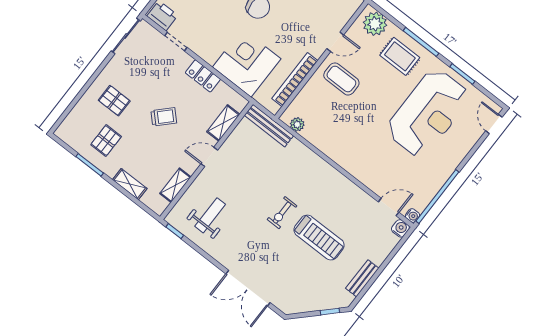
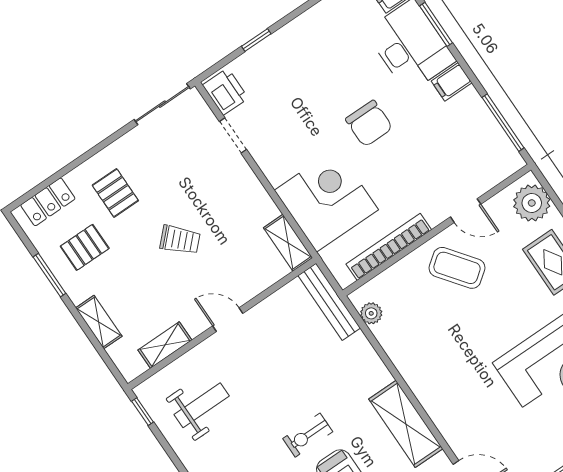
locker: (203, 76) -> (48, 202), moved, turned -90
coffee table: (341, 79) -> (457, 268), turned -37
shelving: (223, 123) -> (288, 243), moved, turned 90
shelving: (341, 186) -> (406, 424), added

